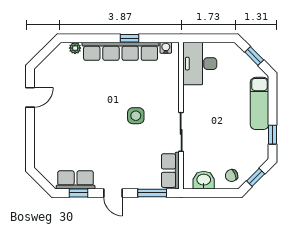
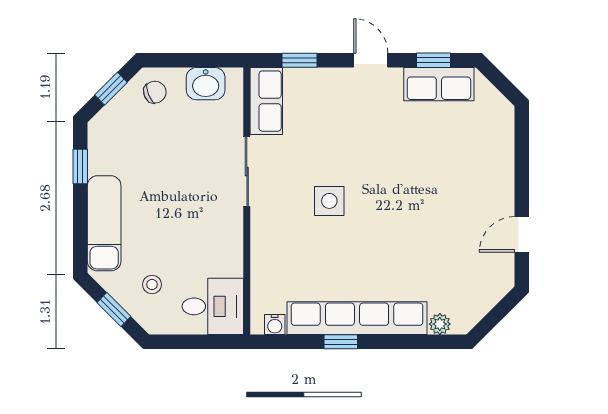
desk: (200, 64) -> (213, 306), width x0.73
stool: (233, 70) -> (152, 285), added
window: (152, 193) -> (300, 60), width x0.67

